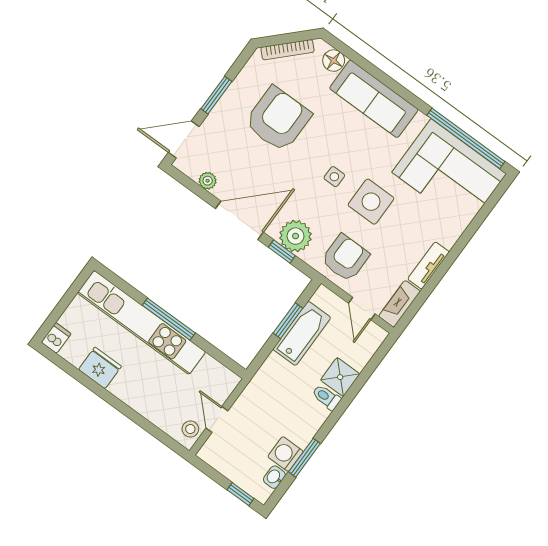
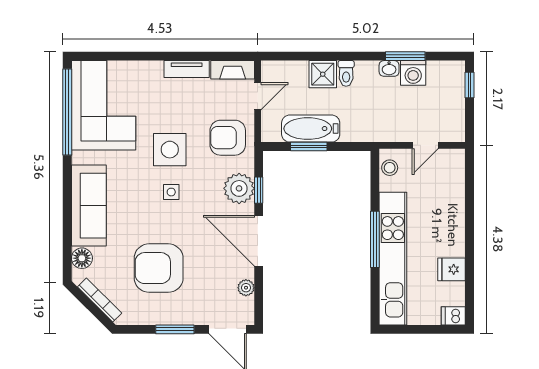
fridge: (100, 368) -> (452, 269), width x0.72
stool: (190, 429) -> (390, 168), moved
washbasin: (274, 477) -> (389, 68), moved

